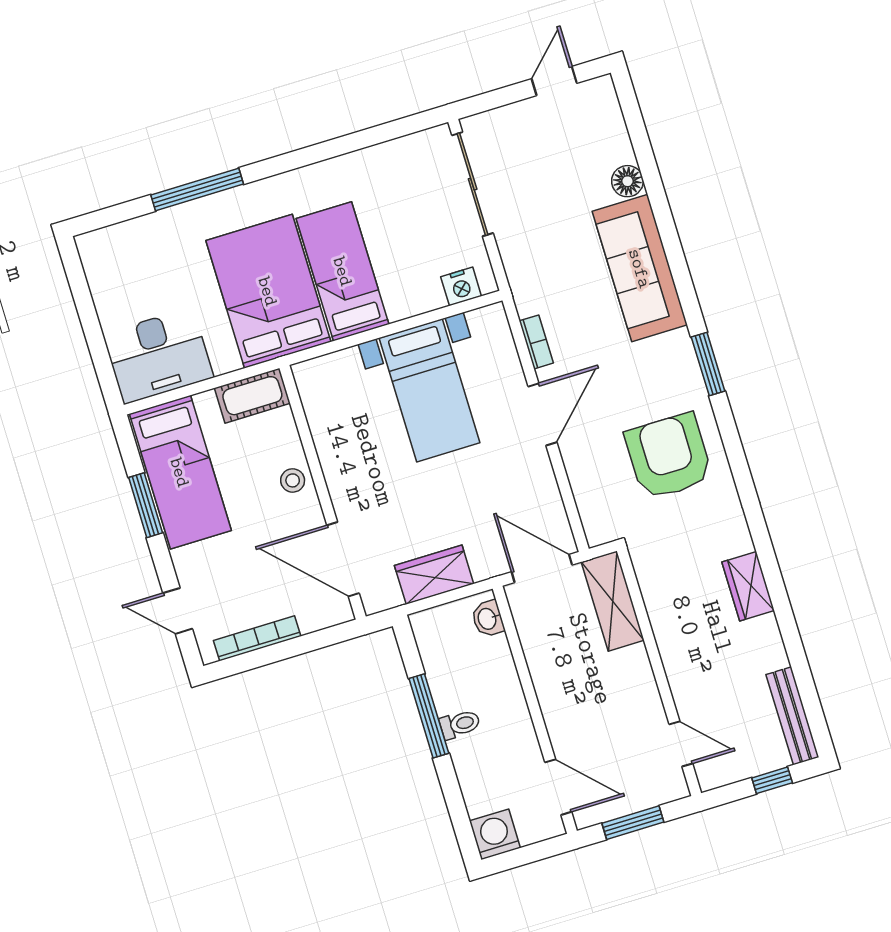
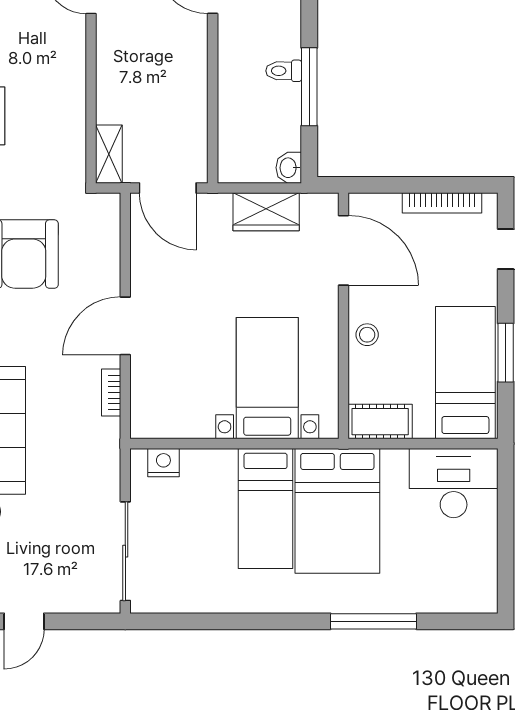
bed with nightstands: (429, 390) -> (267, 378), moved
shelving: (613, 601) -> (109, 154), width x0.67, depth x0.75
washbasin: (488, 619) -> (289, 168), moved, turned 180

